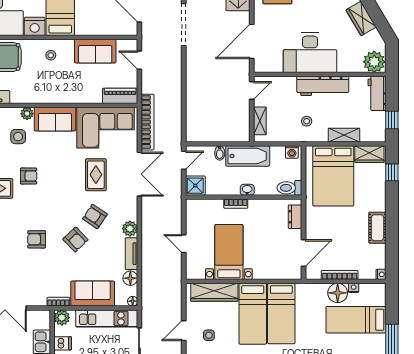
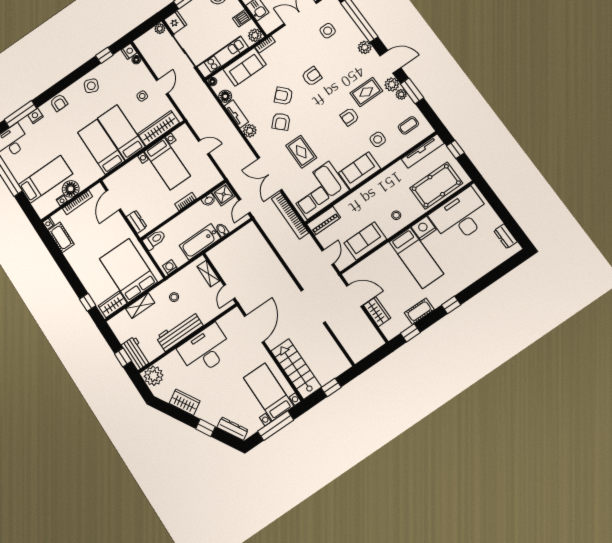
door: (139, 60) -> (328, 257), hinge flipped
plant: (27, 114) -> (383, 161), removed
window: (392, 120) -> (123, 357), moved
washbasin: (247, 190) -> (209, 200), moved
armchair: (95, 216) -> (281, 122), turned 100
cot: (377, 228) -> (61, 237), moved

